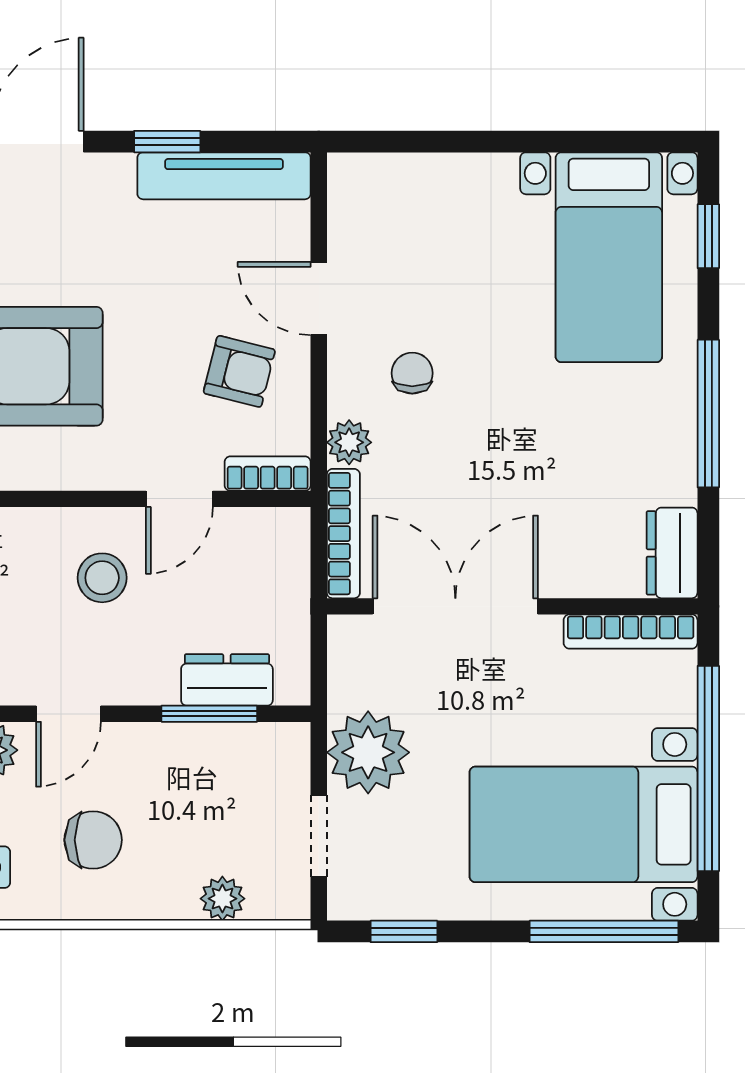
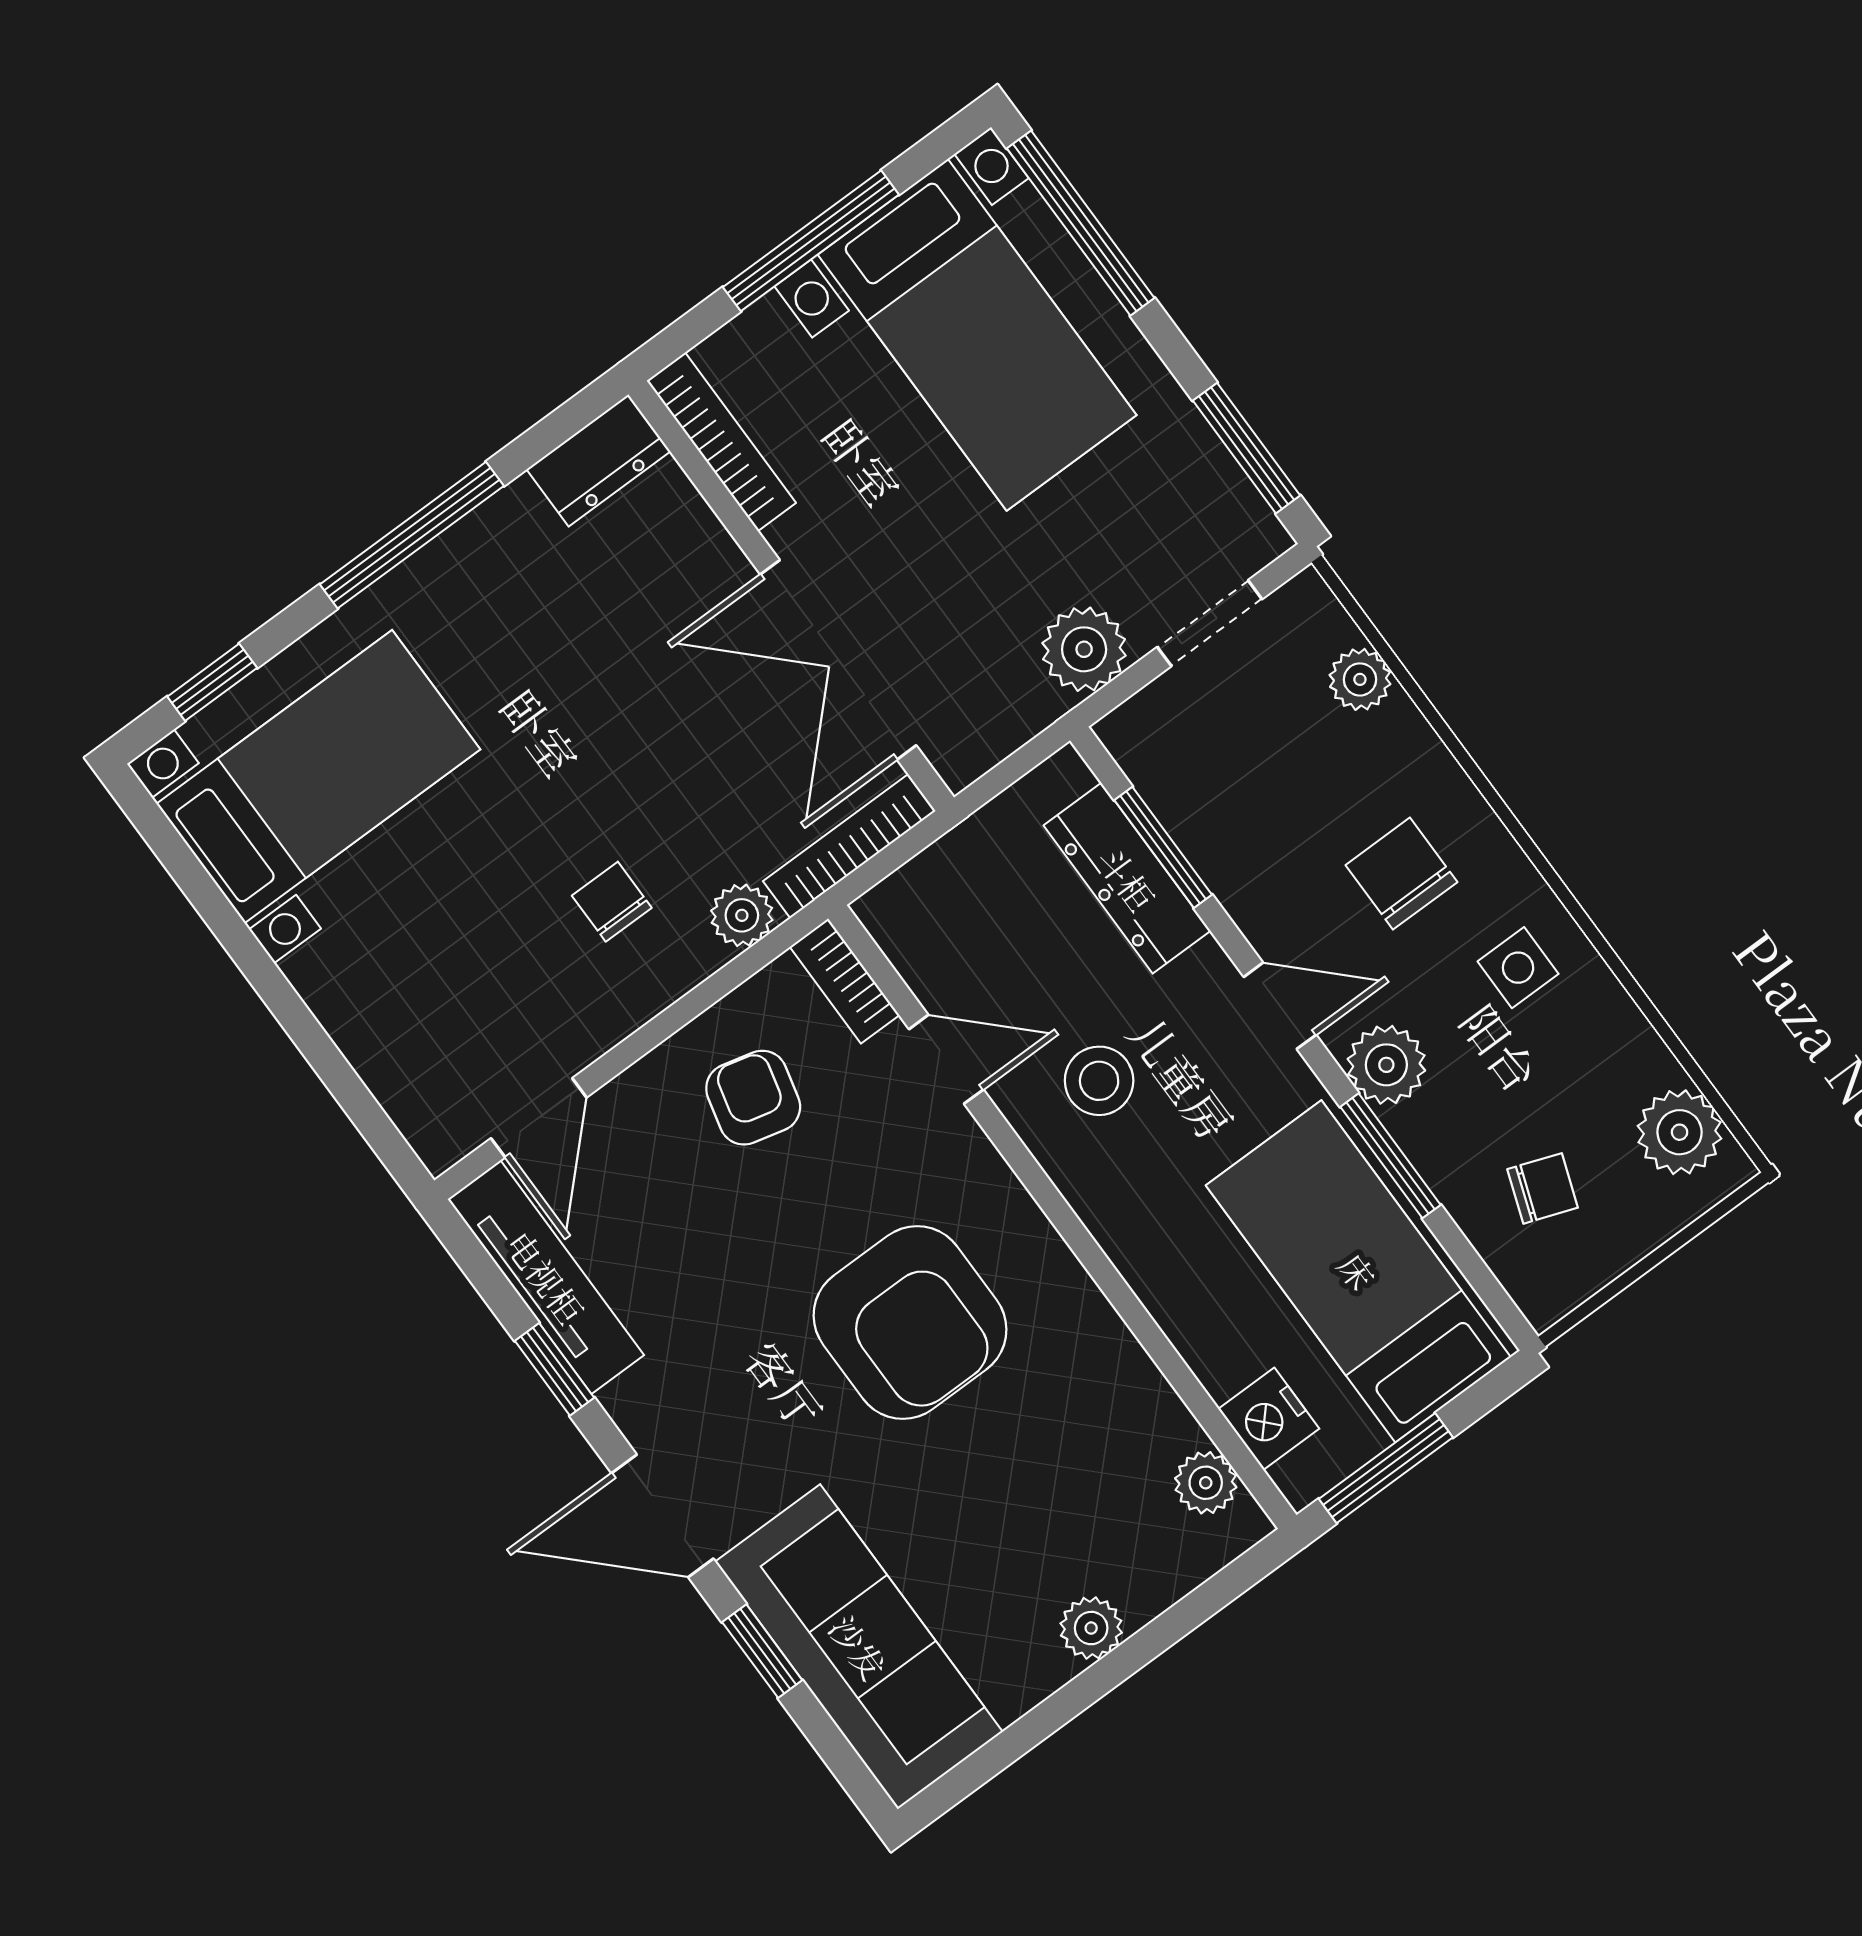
door: (319, 299) -> (539, 1118), moved
chair: (412, 373) -> (612, 902), turned 90
dresser: (227, 680) -> (1127, 878), width x1.44
plant: (368, 752) -> (1084, 649), width x0.73, depth x0.73
window: (708, 769) -> (811, 241), width x0.68
window: (404, 931) -> (1246, 448), width x1.50

